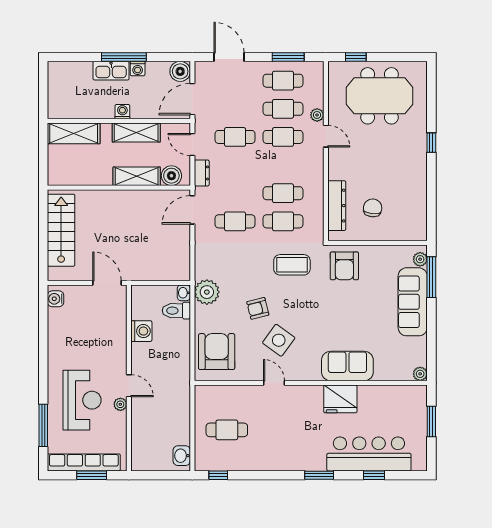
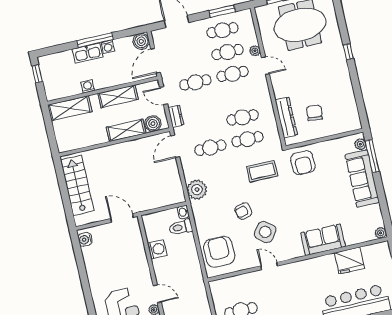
window: (43, 82) -> (37, 74), added
washing machine: (122, 112) -> (88, 86), moved
plant: (207, 292) -> (197, 190), moved
fridge: (340, 399) -> (349, 261), moved

